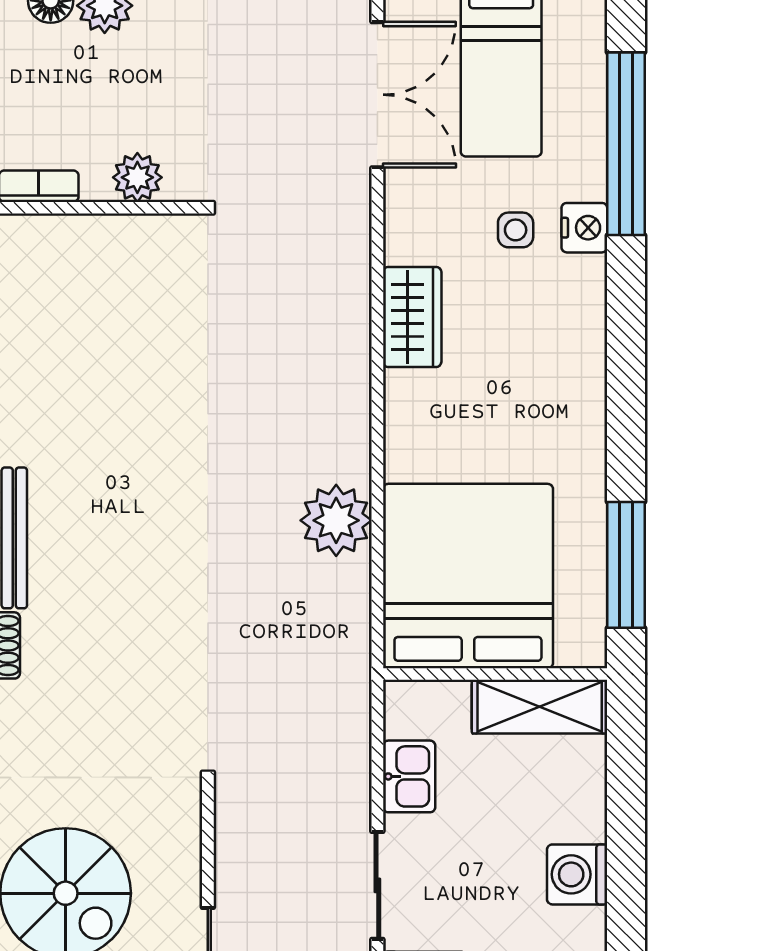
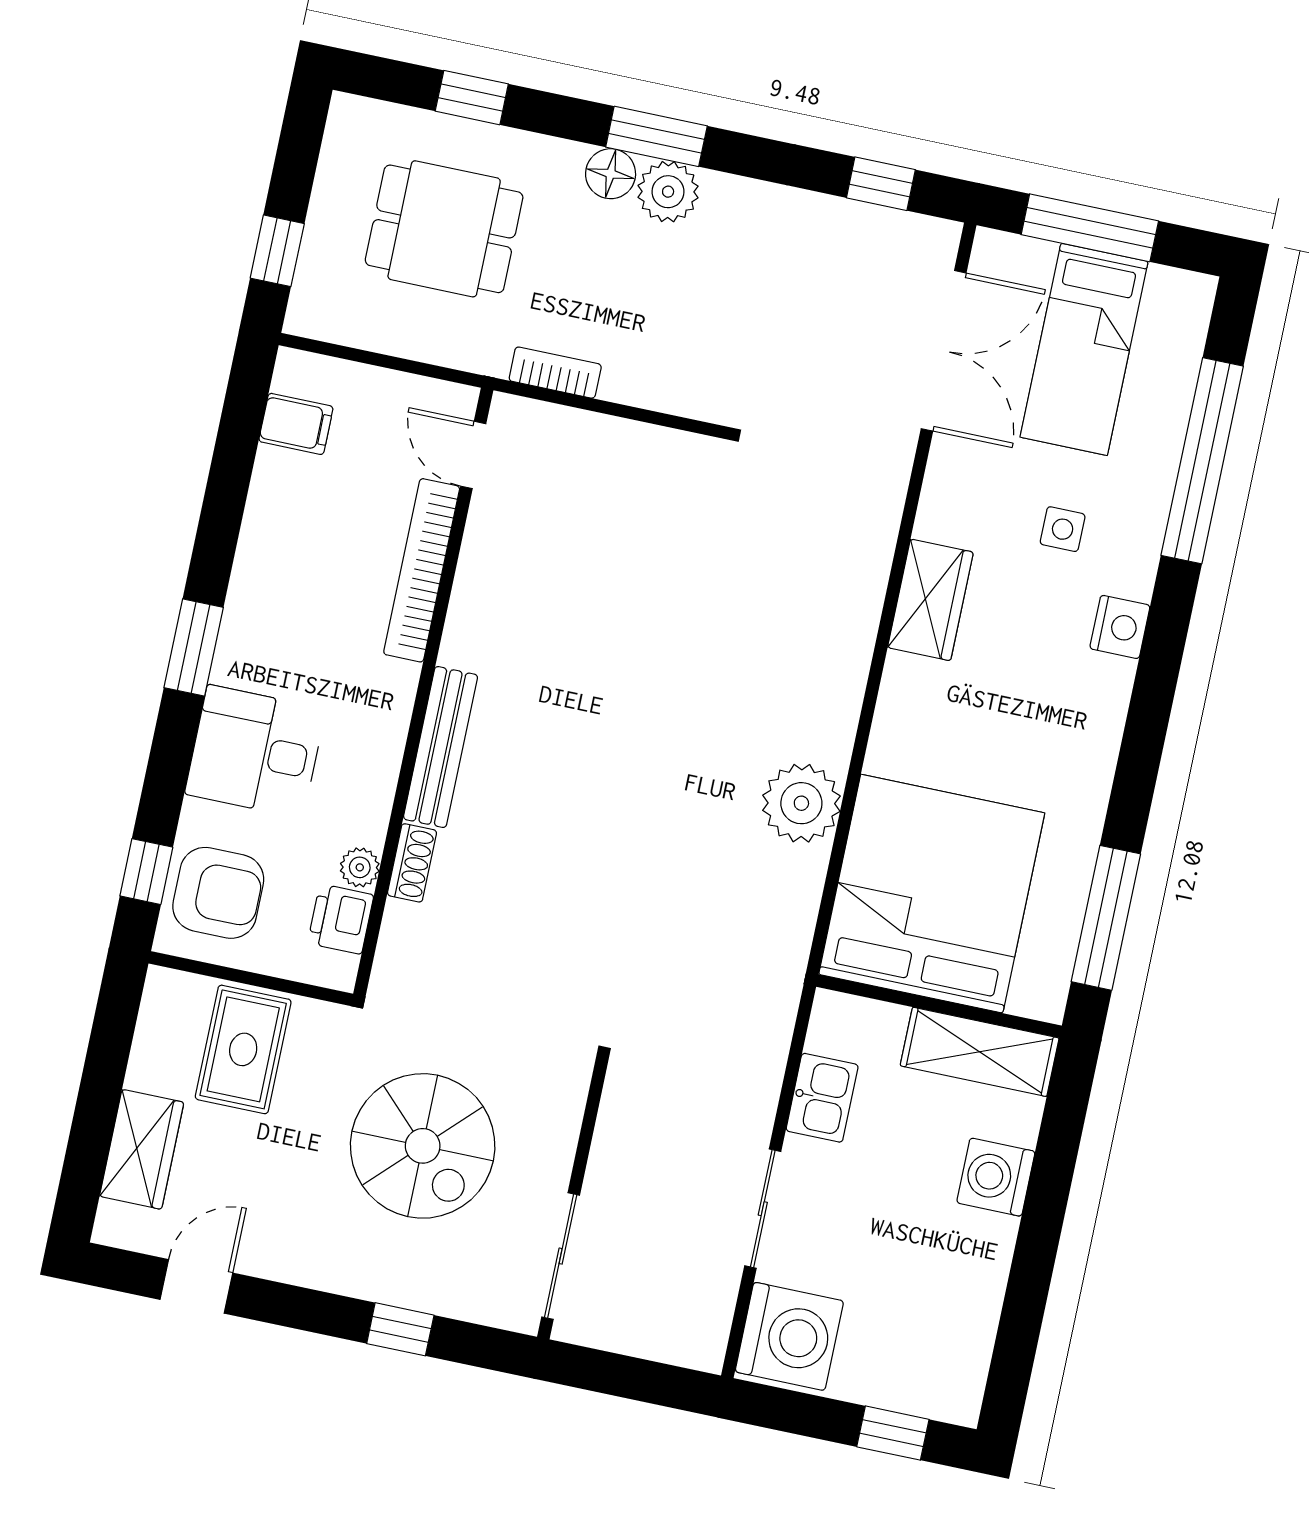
plant: (137, 177) -> (664, 386), removed
nightstand: (584, 228) -> (1120, 627), moved
washing machine: (577, 874) -> (996, 1177), moved

